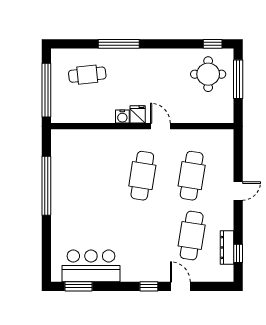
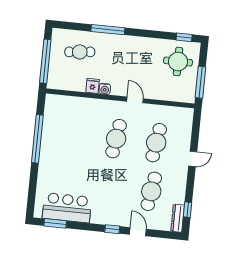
window: (238, 79) -> (200, 82), moved
fridge: (138, 114) -> (93, 86), moved
dresser: (227, 247) -> (178, 218), moved

